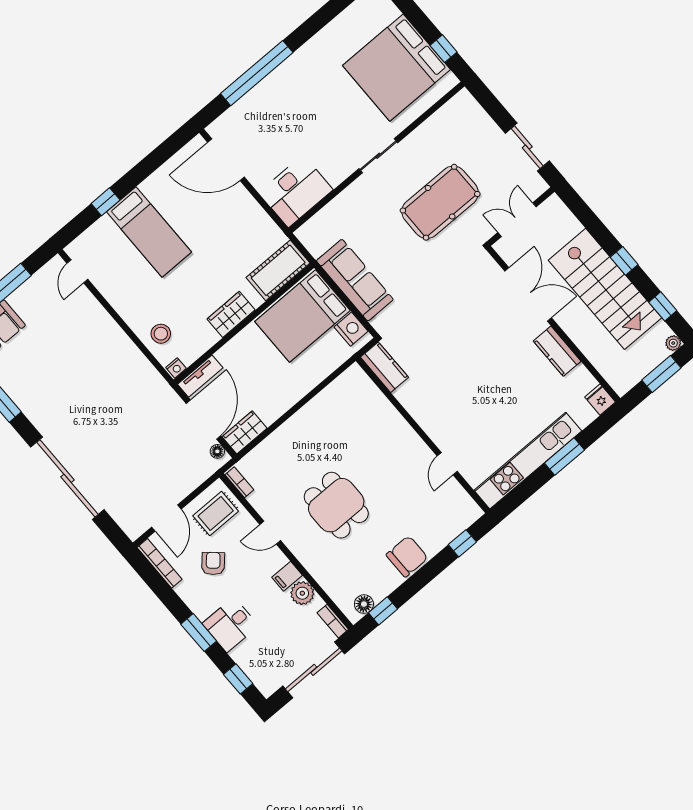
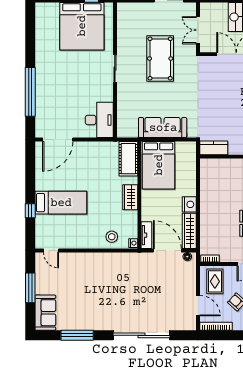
nightstand: (351, 329) -> (189, 204), moved, turned 90
wardrobe: (245, 432) -> (189, 231), width x1.50

